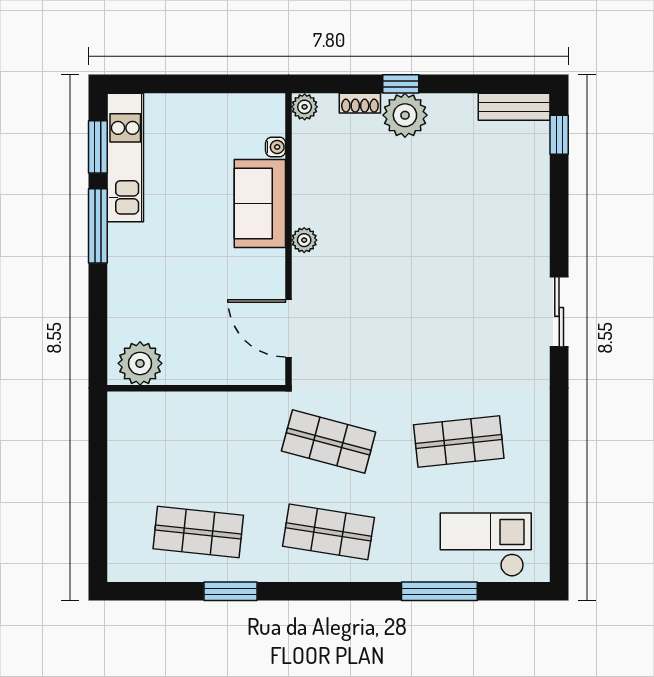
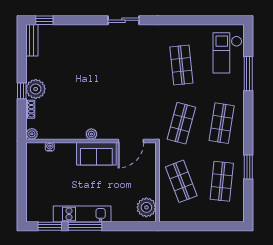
kitchen unit: (125, 157) -> (82, 214), moved
sofa: (260, 203) -> (96, 154), moved
shop shelf: (198, 441) -> (181, 181), added

